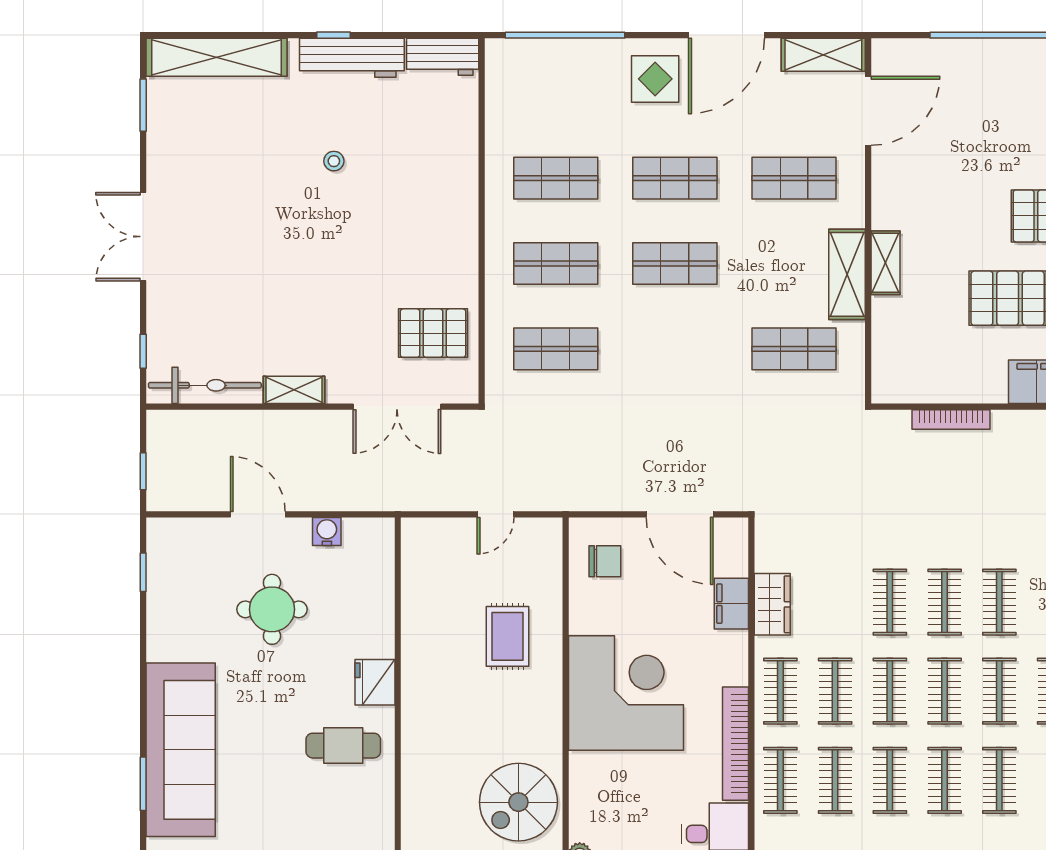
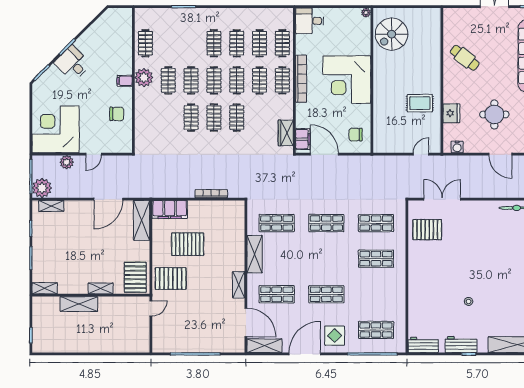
workbench: (352, 58) -> (461, 345), width x0.73
door: (868, 111) -> (246, 322), swing flipped
shop shelf: (556, 178) -> (376, 330), moved
shop shelf: (675, 263) -> (326, 223), moved
shelving: (885, 263) -> (239, 285), moved
shelving: (294, 390) -> (485, 206), removed
door: (495, 514) -> (421, 154), moved
water cooler: (327, 532) -> (457, 147), moved
filing cabinet: (731, 604) -> (303, 139), moved
wardrobe: (772, 604) -> (286, 133), moved
rug: (507, 636) -> (420, 103), moved, turned 90
fridge: (375, 682) -> (451, 113), moved
bookcase: (735, 744) -> (301, 79), moved
cafe table: (343, 746) -> (465, 58), turned 38
clothes rail: (999, 780) -> (191, 43), removed
spiral stairs: (518, 802) -> (392, 34), turned 180

